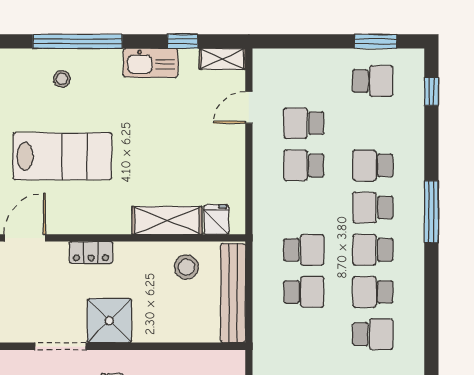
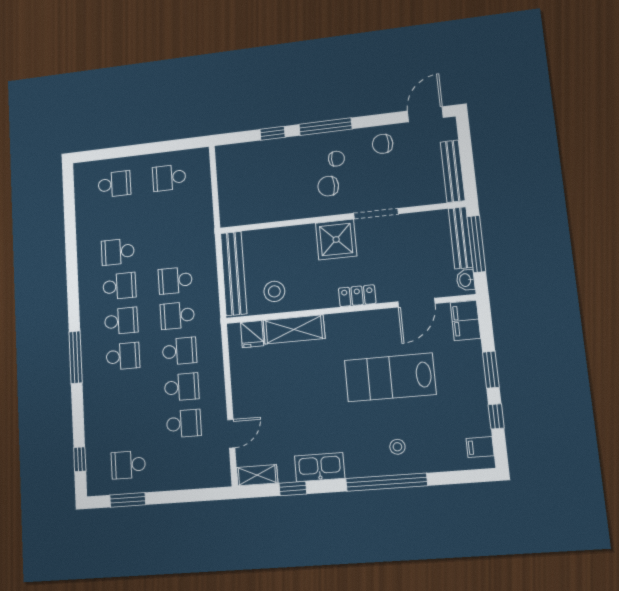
school desk: (373, 165) -> (179, 351), moved

